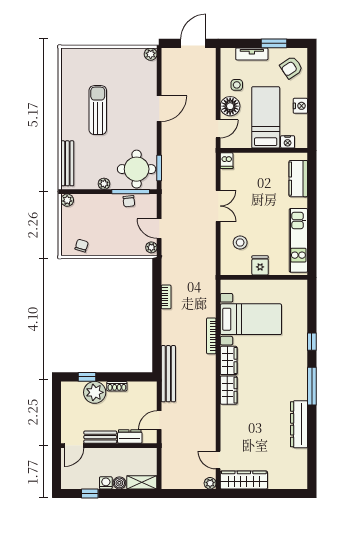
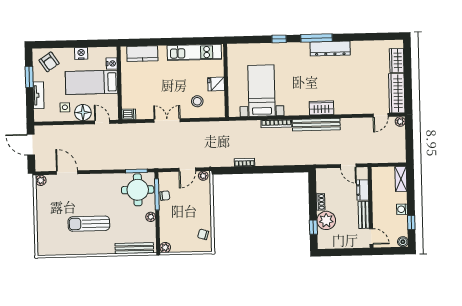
door: (159, 109) -> (67, 173), moved
wardrobe: (229, 360) -> (397, 60), moved, turned -90
bench: (168, 374) -> (316, 125), moved
dresser: (299, 424) -> (330, 49), moved
boiler: (119, 483) -> (403, 242), moved

